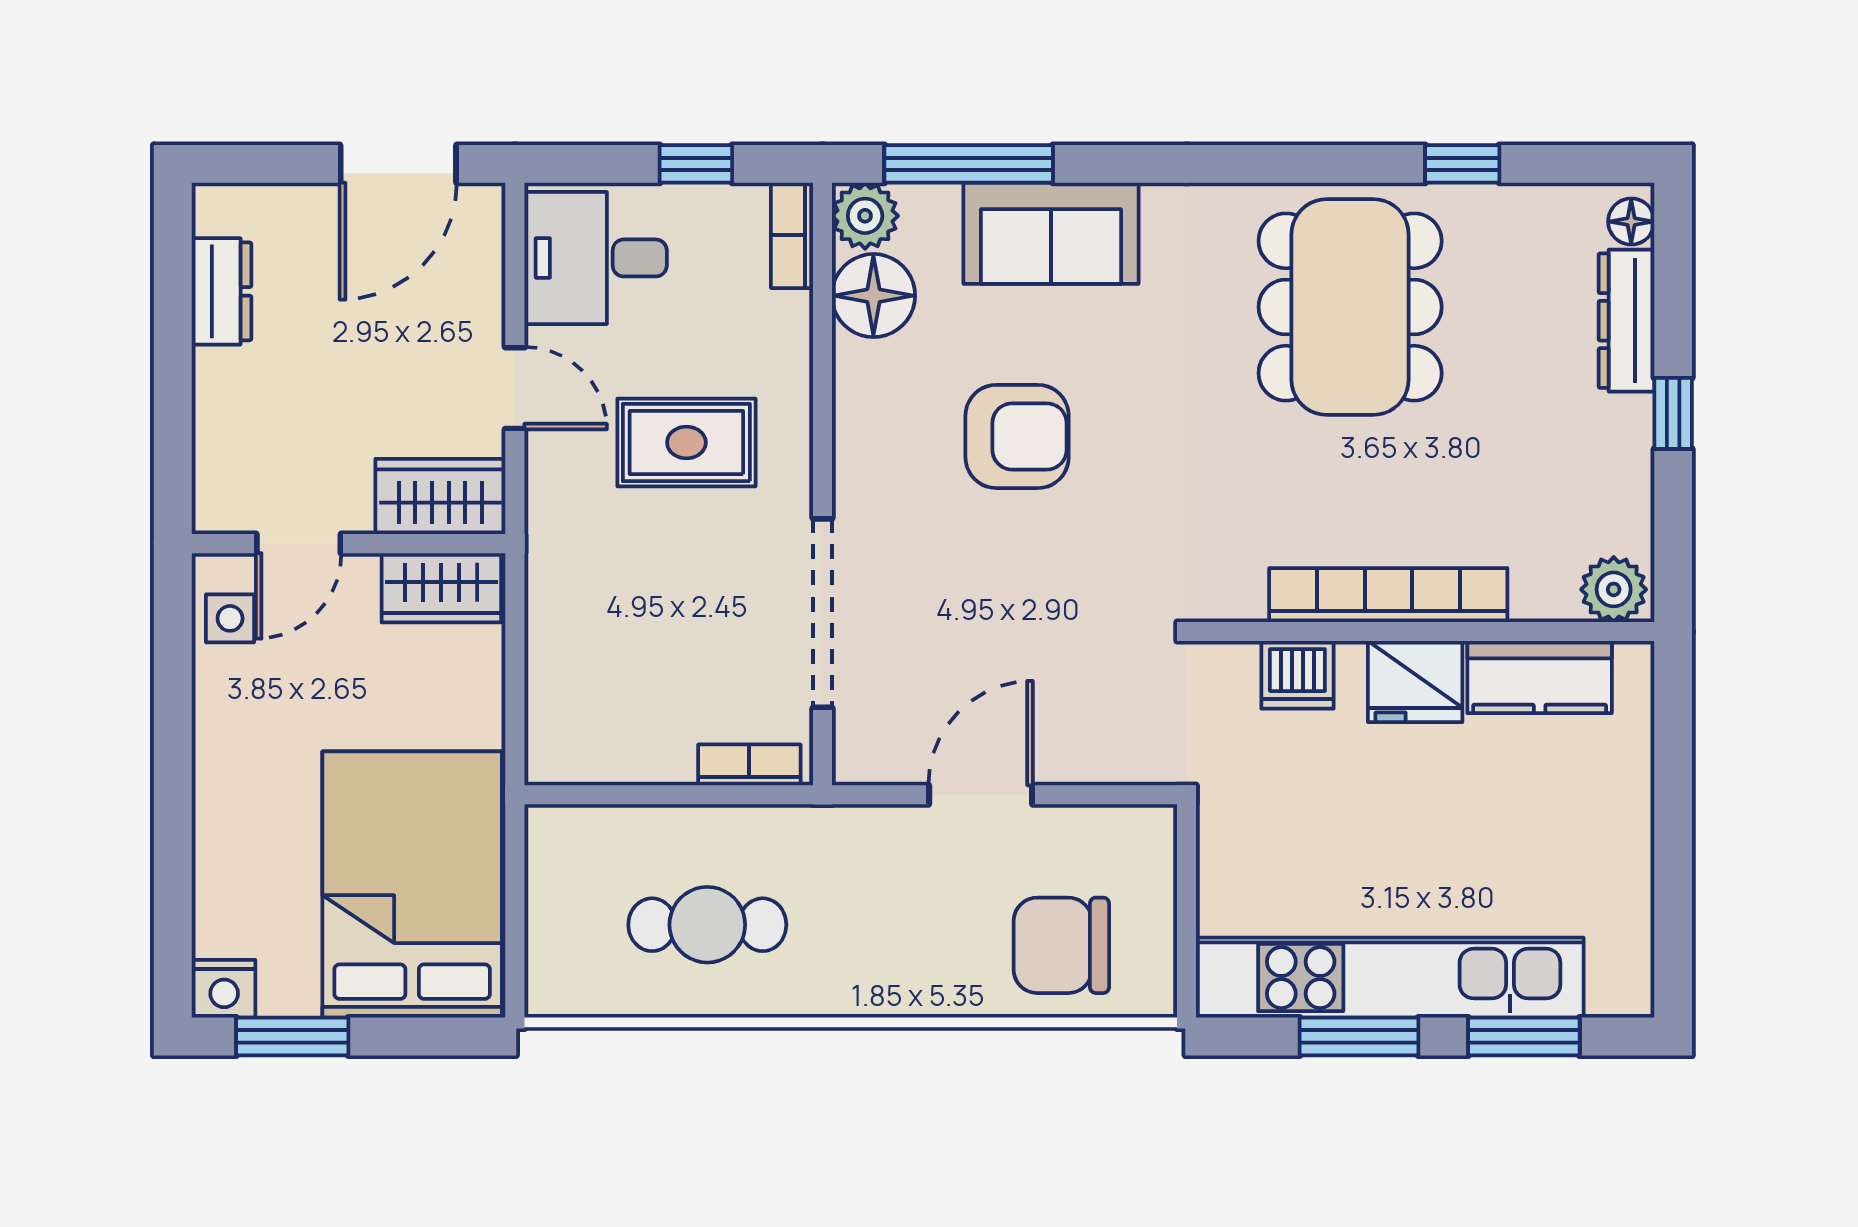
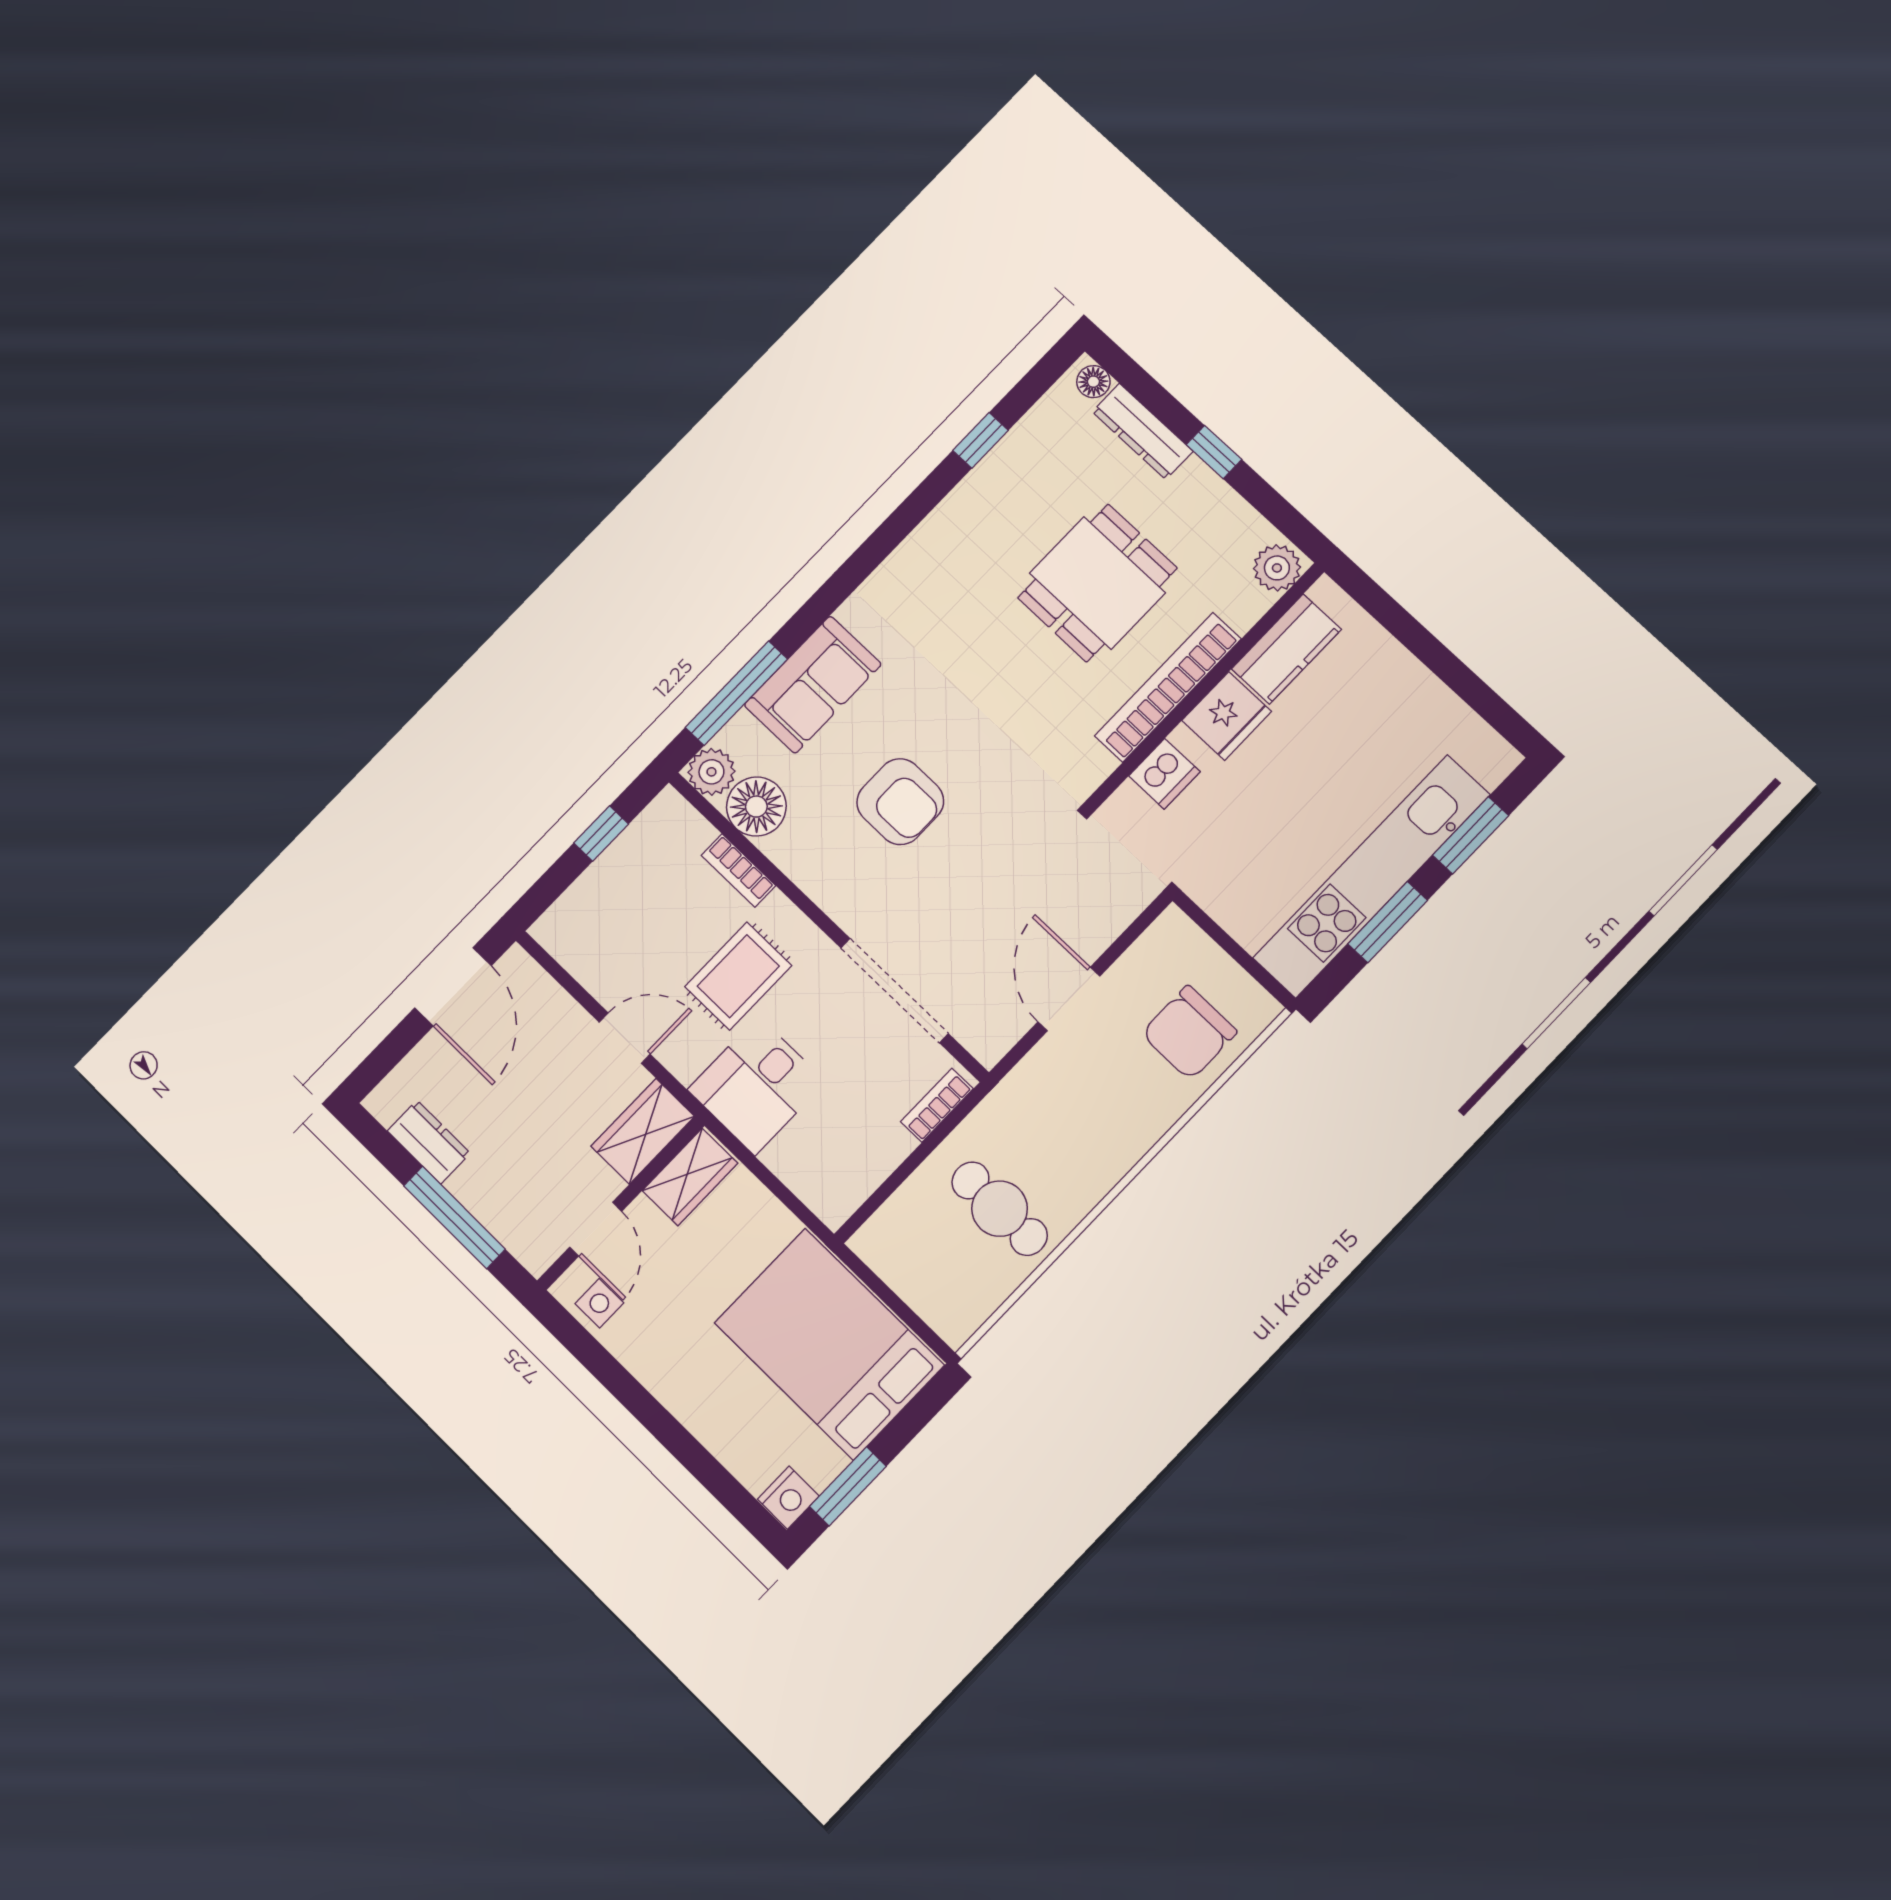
bookcase: (792, 235) -> (738, 870), moved
desk: (596, 258) -> (757, 1086), moved
dining table: (1350, 307) -> (1097, 583), moved, width x0.73
window: (173, 391) -> (454, 1217), added
armchair: (1017, 436) -> (900, 802), turned 90
cafe table: (707, 925) -> (1000, 1209), turned 90

